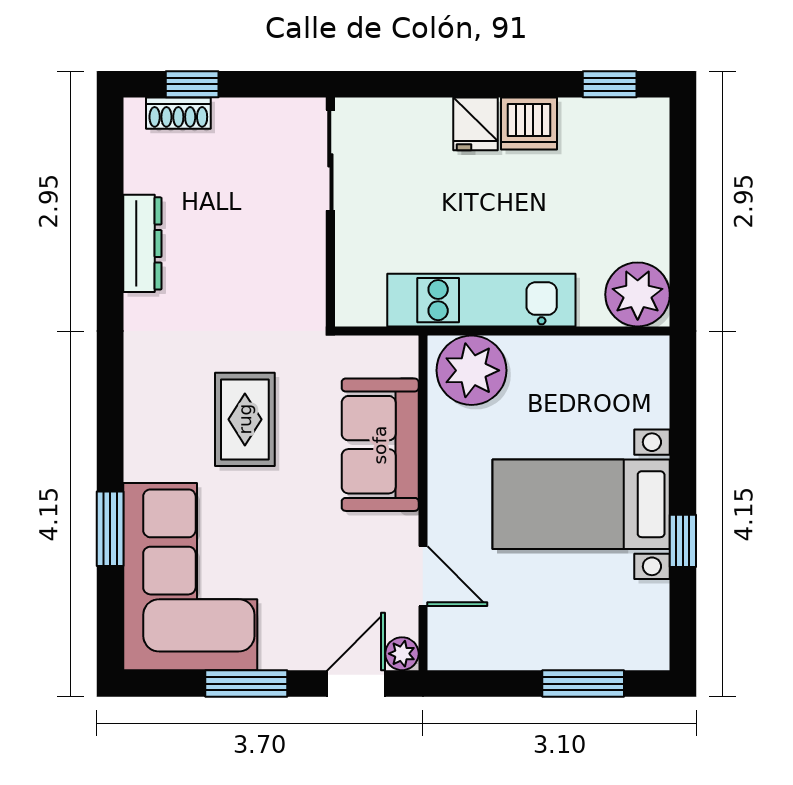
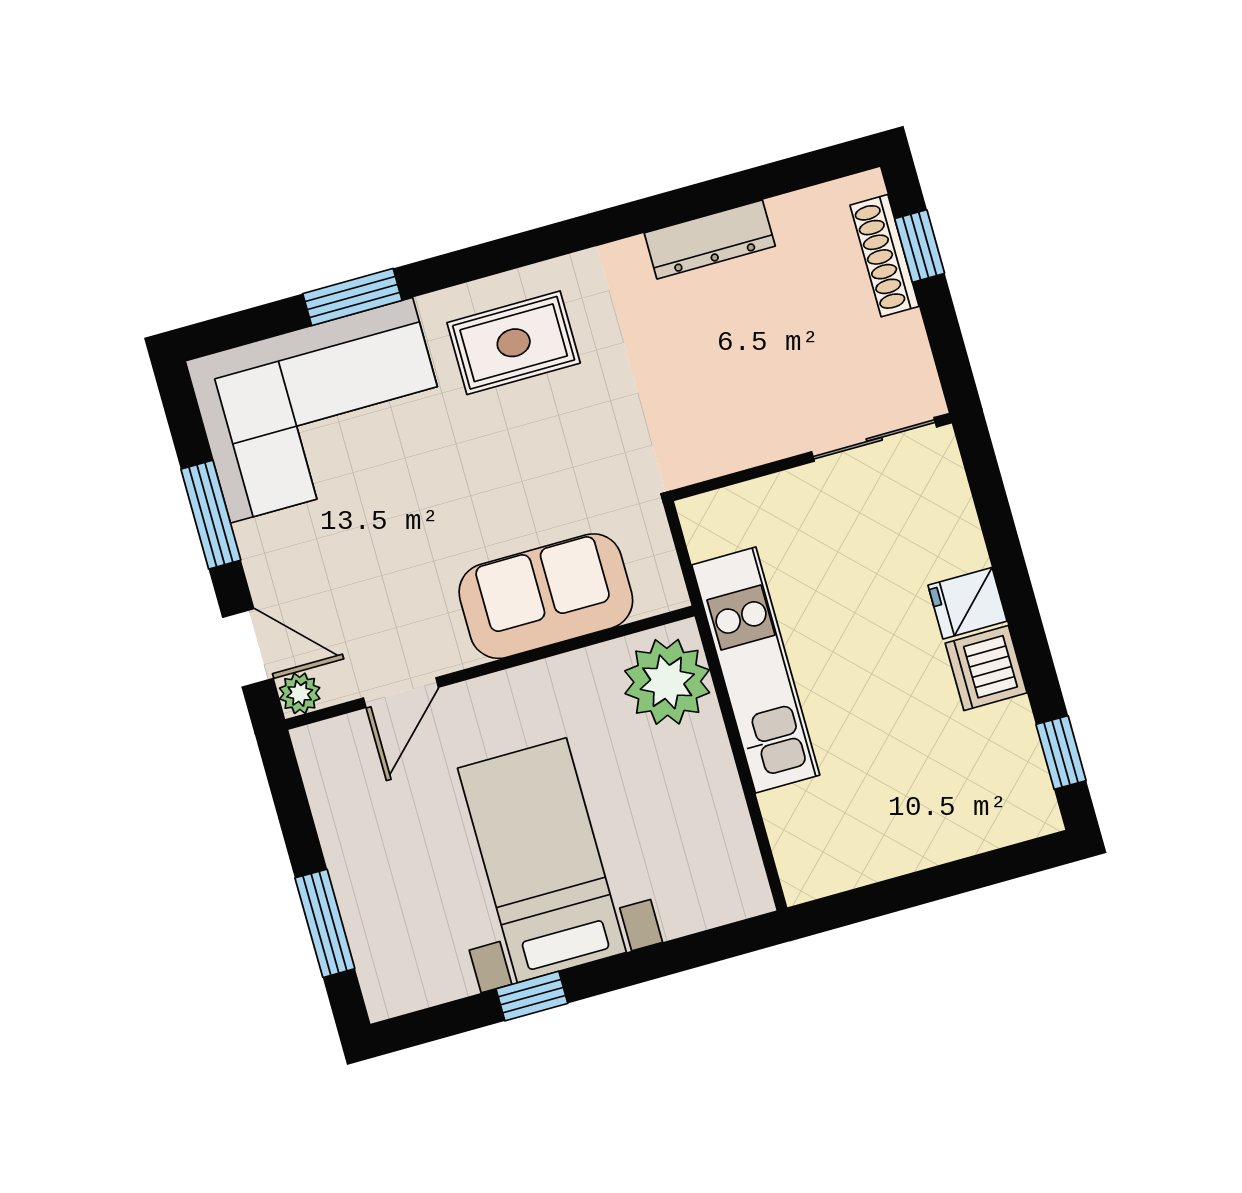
shoe rack: (178, 113) -> (885, 256), width x1.43
plant: (638, 294) -> (815, 858), removed
rug: (245, 419) -> (514, 343), moved

